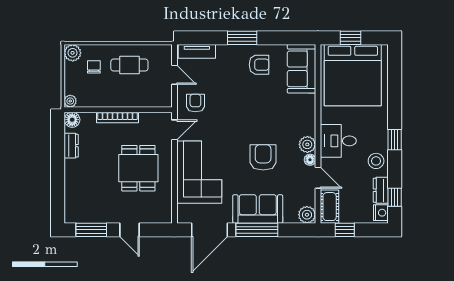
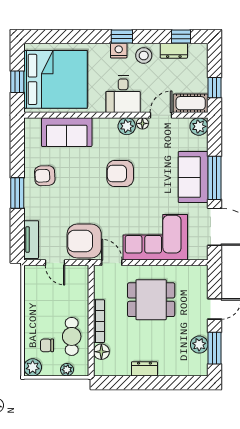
cafe table: (129, 65) -> (72, 336), moved
armchair: (259, 65) -> (45, 176), turned -93
sofa: (302, 69) -> (67, 132), moved
door: (174, 75) -> (55, 263), swing flipped
plant: (70, 101) -> (67, 370), moved
armchair: (195, 103) -> (84, 241), width x1.88, depth x1.88
floor lamp: (72, 120) -> (101, 352), moved
dresser: (71, 146) -> (144, 369), moved
armchair: (263, 157) -> (120, 174), moved
nightstand: (381, 213) -> (119, 51), moved
plant: (95, 215) -> (199, 345), added

